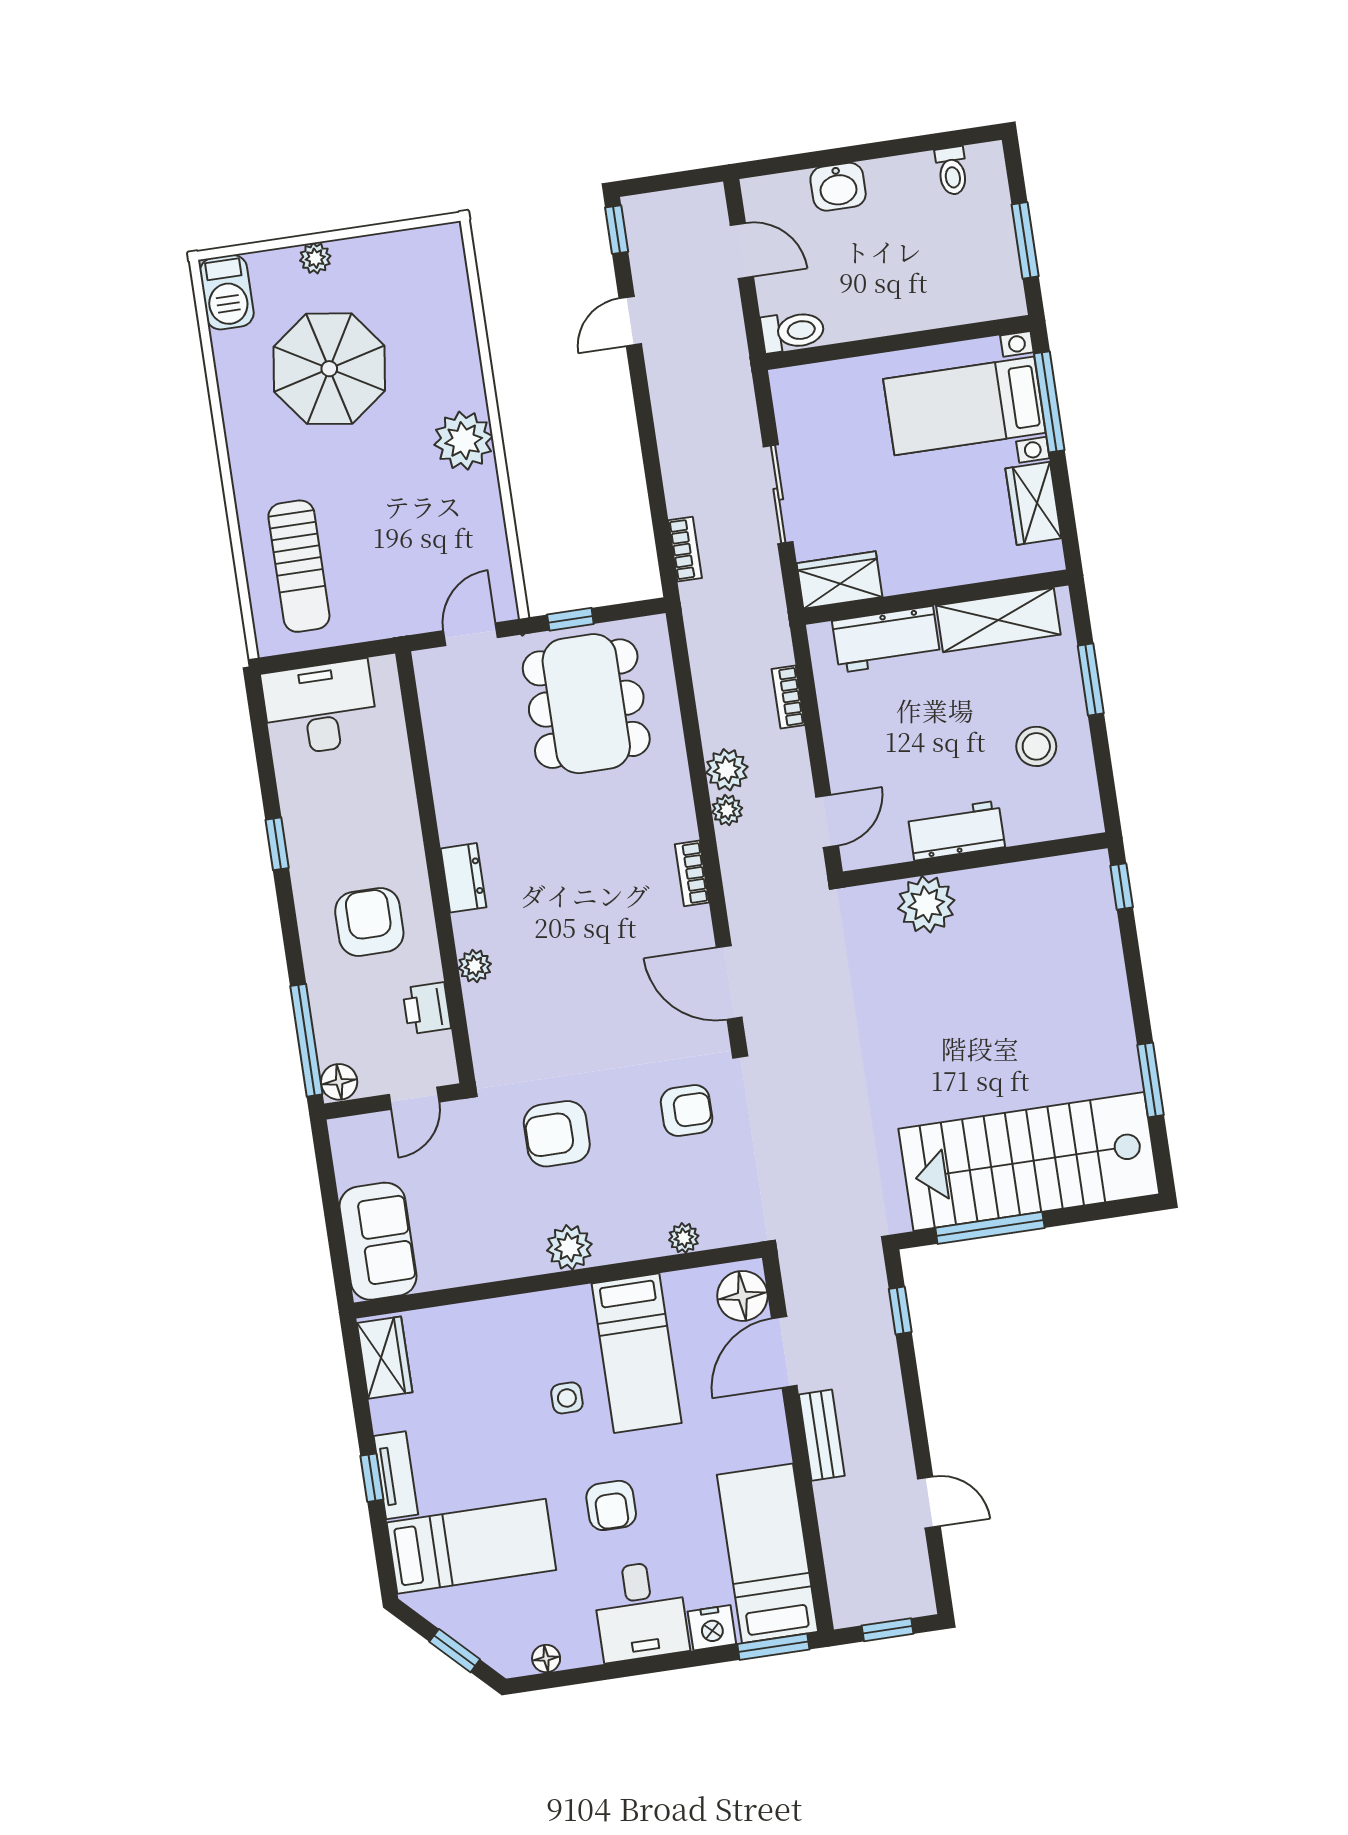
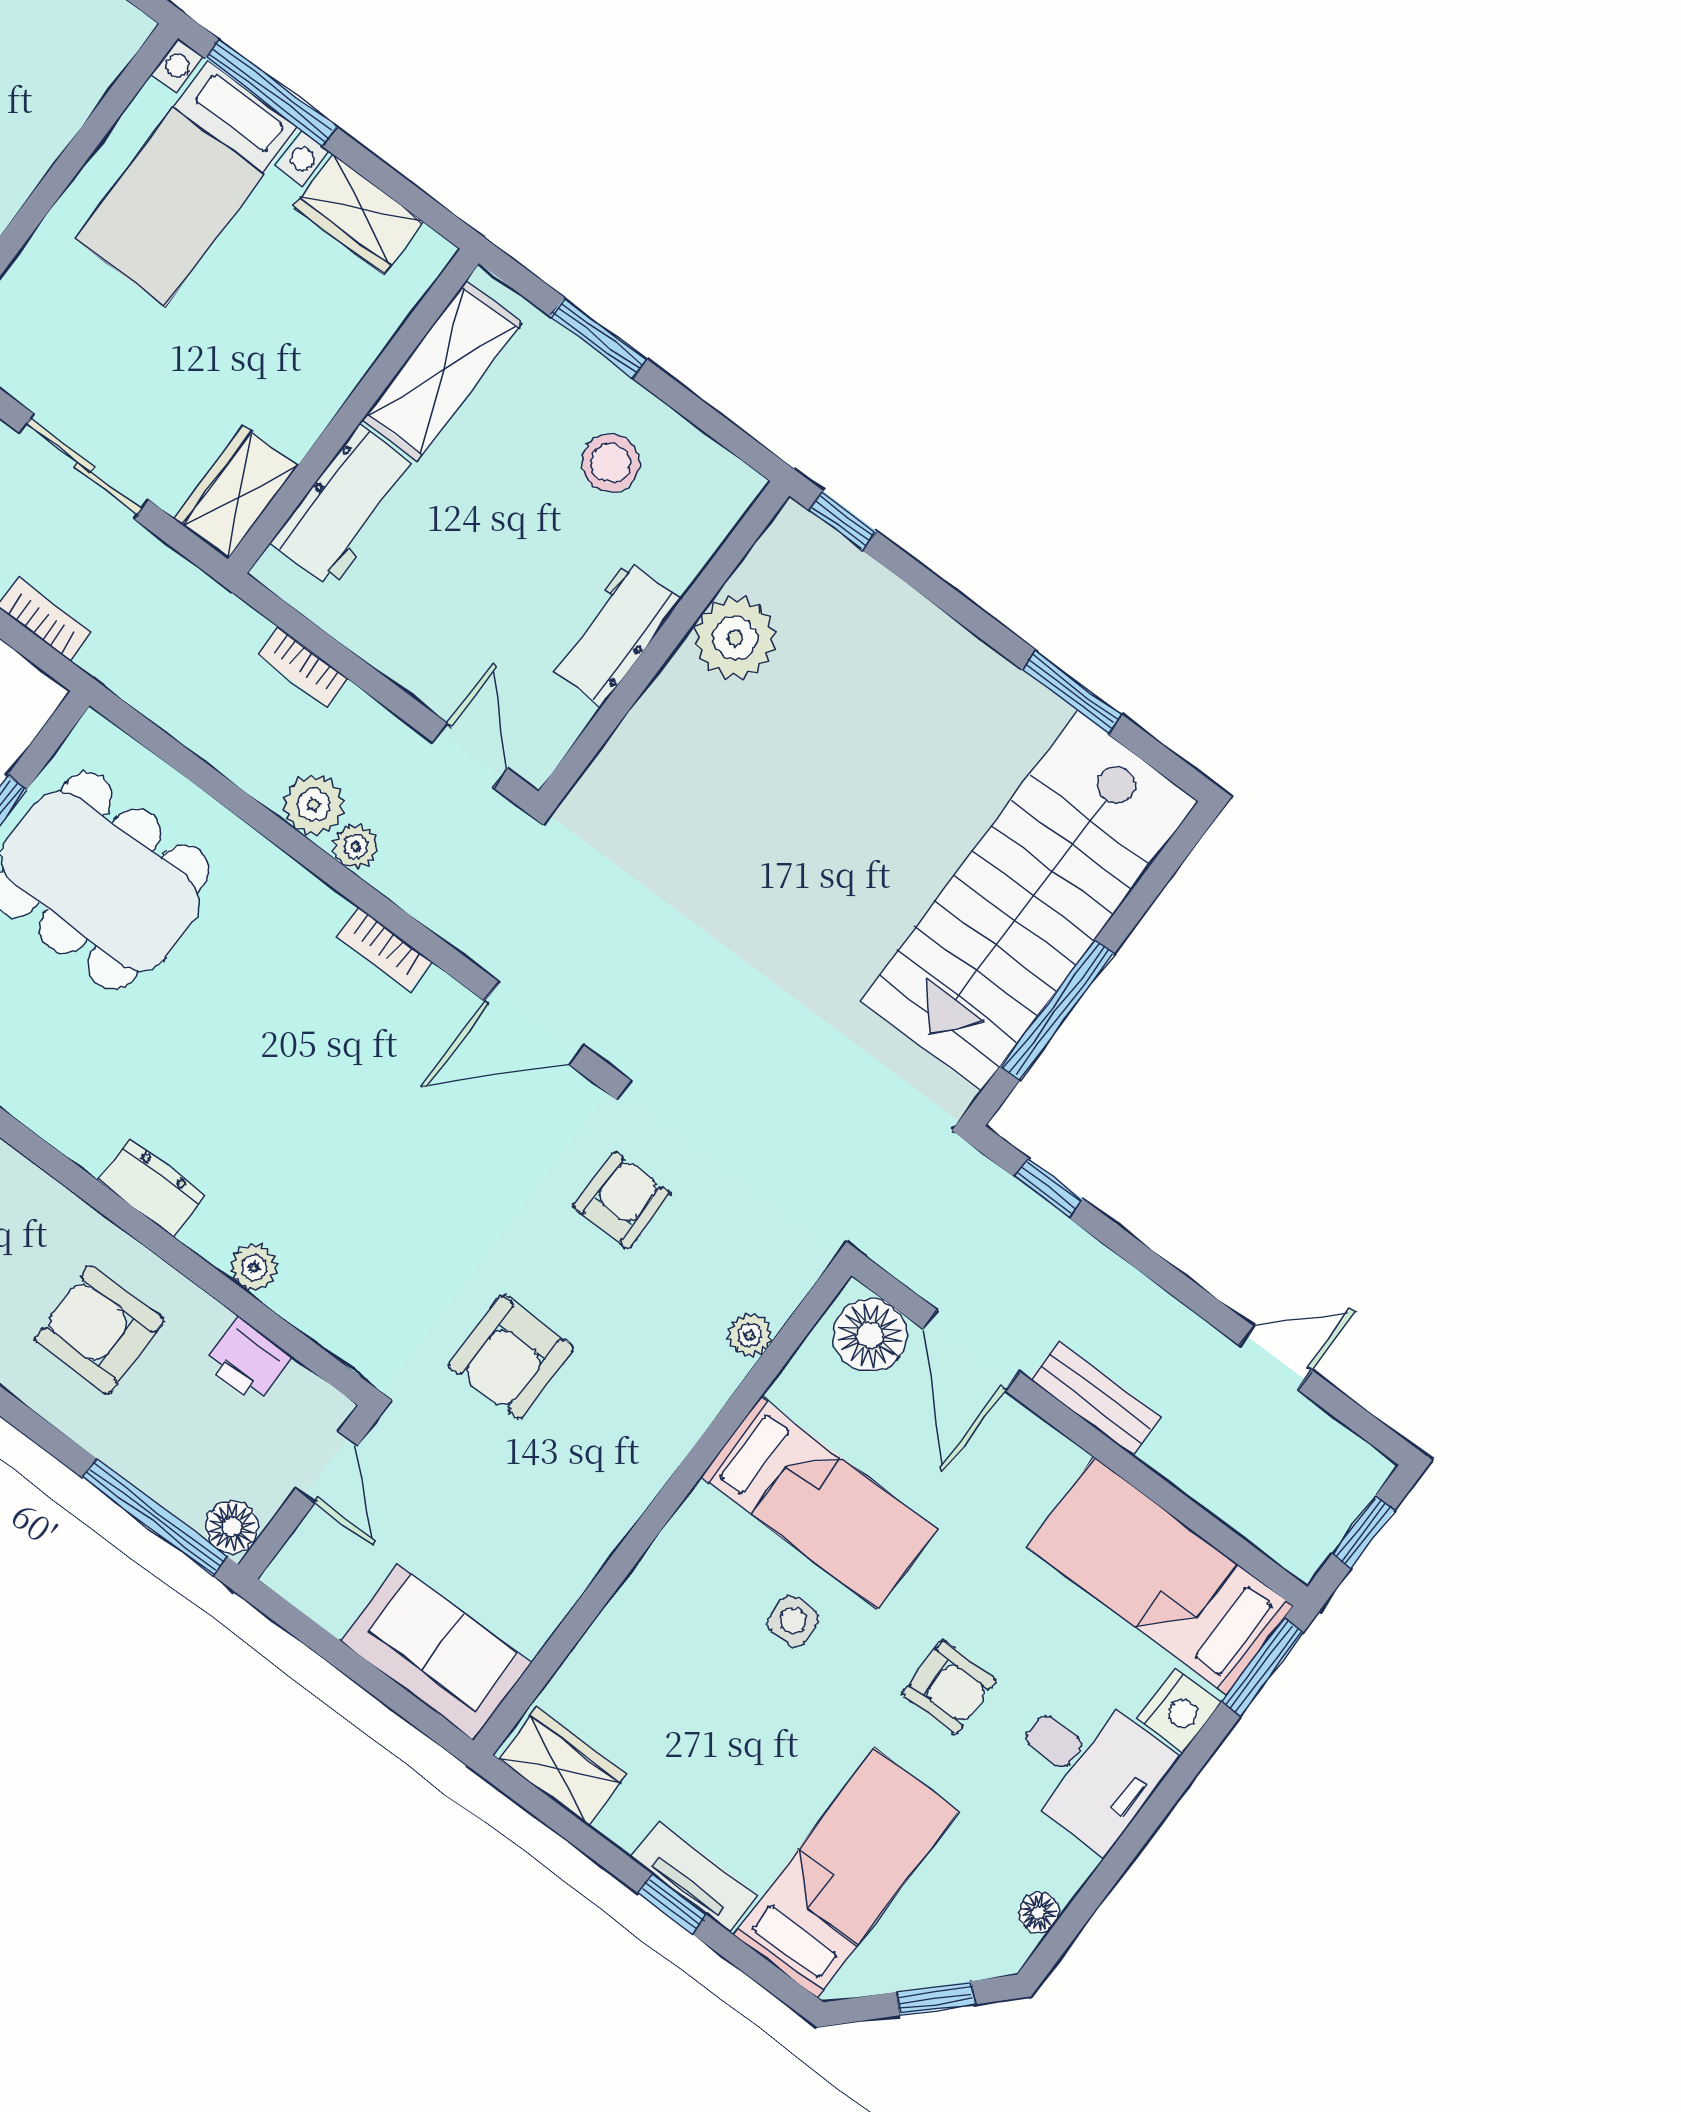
plant: (926, 904) -> (735, 638), moved
plant: (569, 1247) -> (641, 1462), removed

